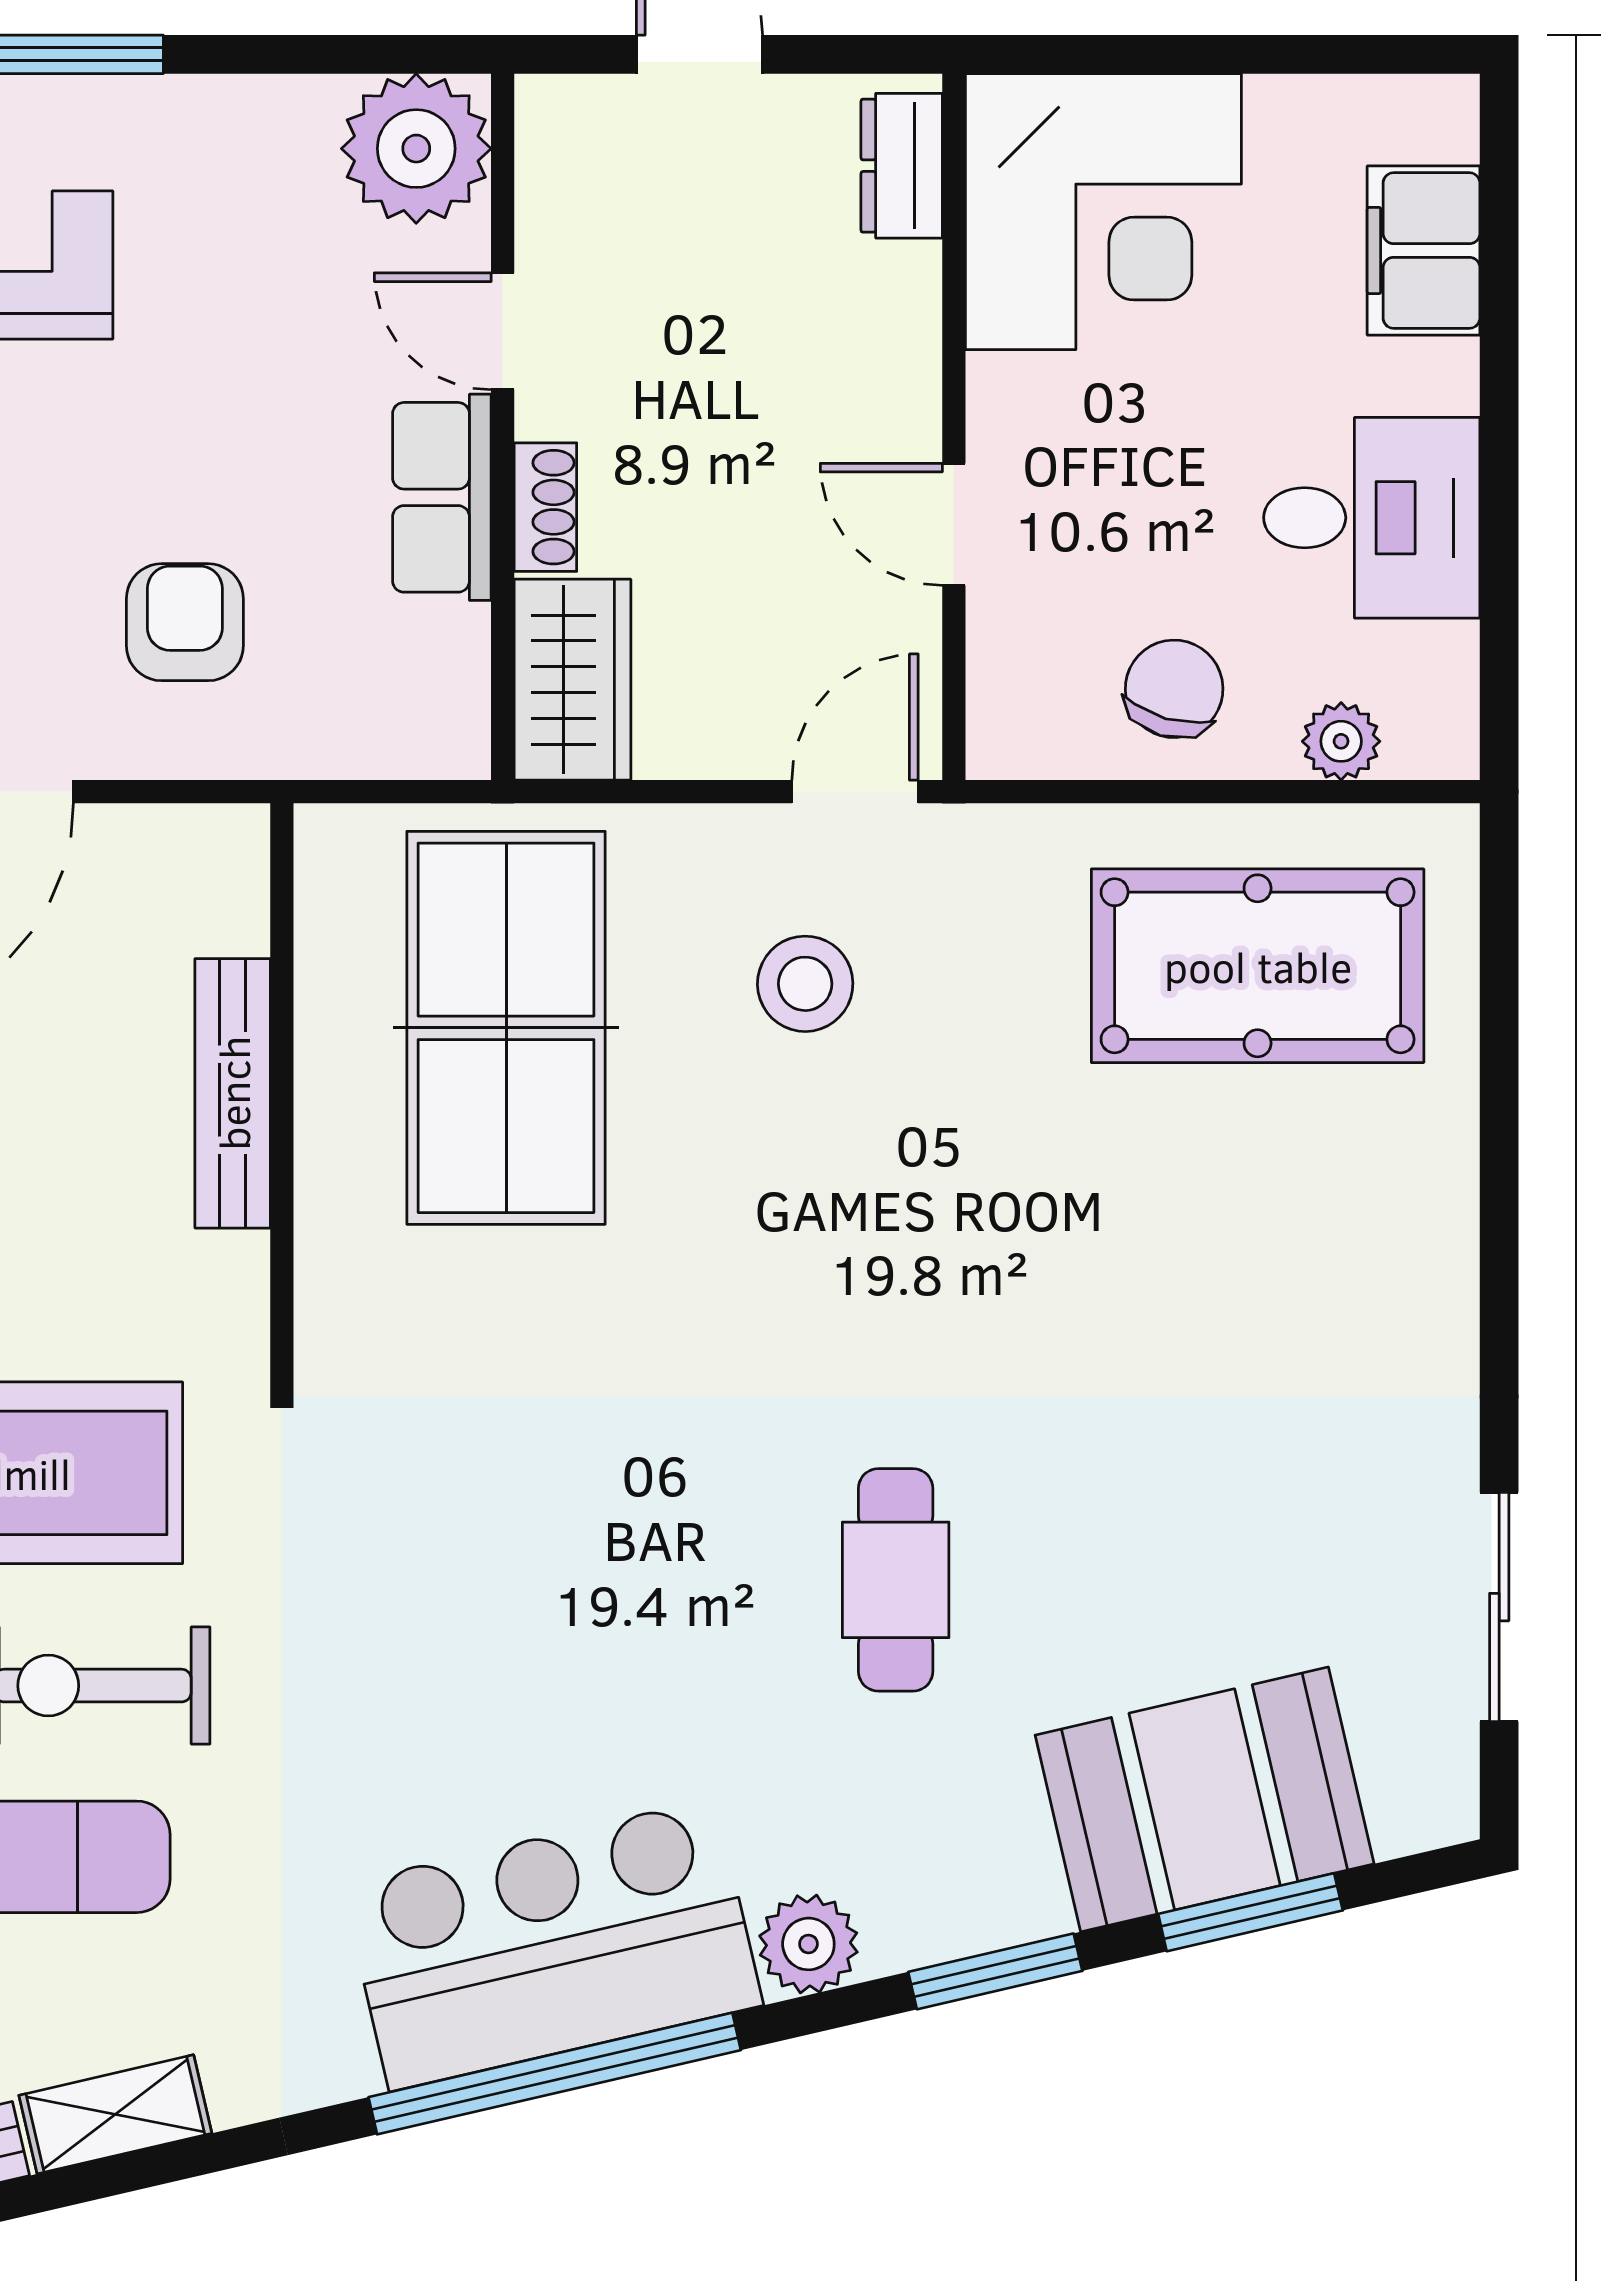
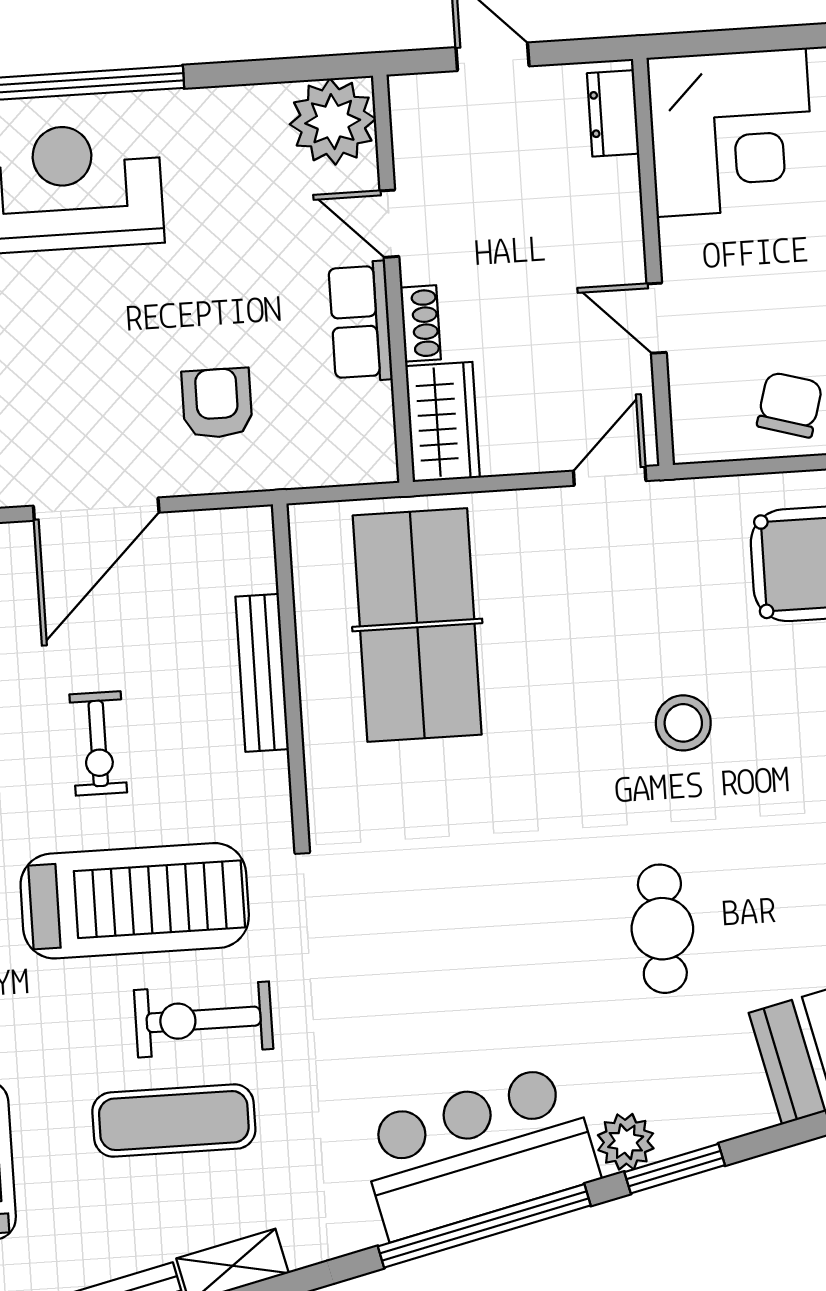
stool: (805, 984) -> (683, 723), moved
window: (995, 1971) -> (675, 1169), moved

